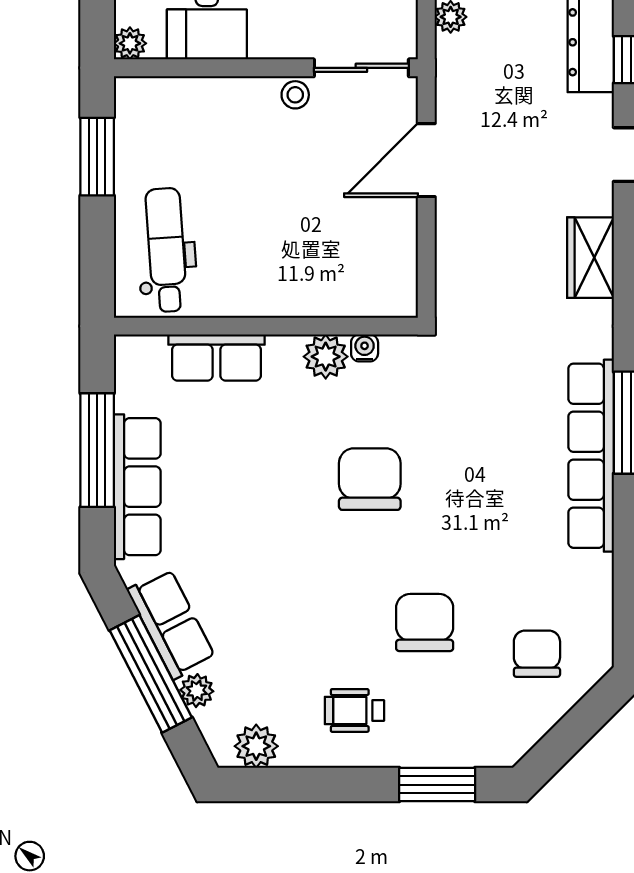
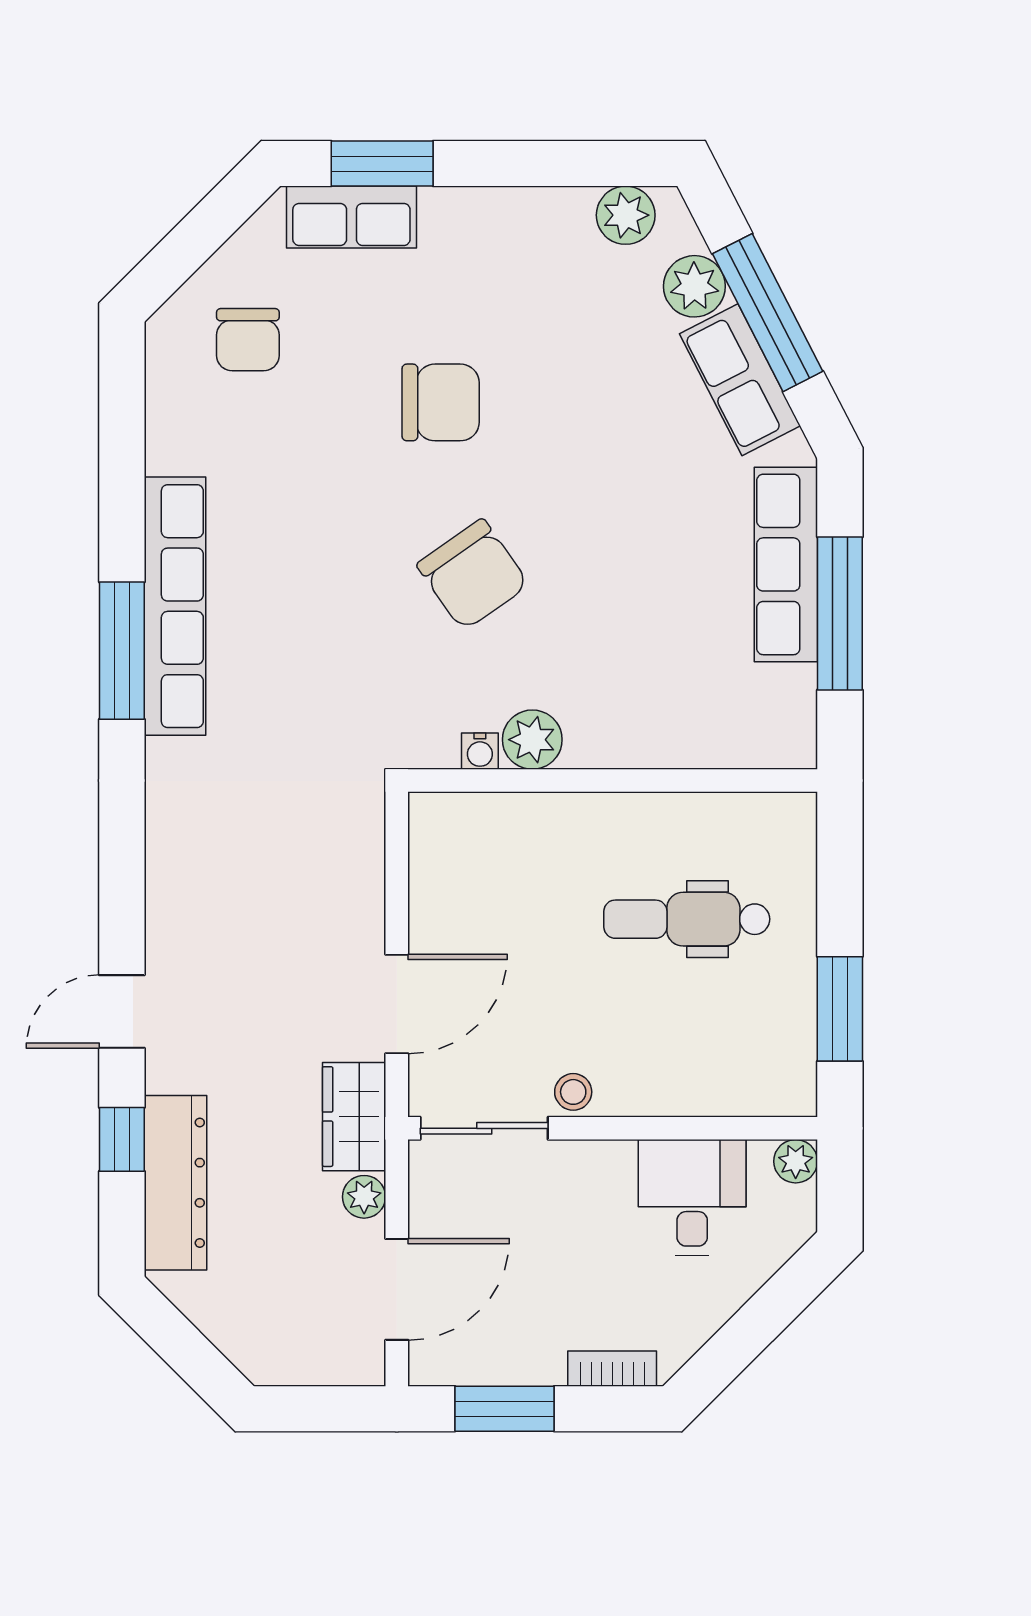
dental chair: (166, 250) -> (687, 919), moved, turned 94
wardrobe: (590, 258) -> (354, 1117), moved, turned 180
row of seats: (217, 358) -> (351, 217), moved, turned 180
chair: (370, 479) -> (473, 575), turned -35
chair: (425, 623) -> (441, 402), moved, turned -90
plant: (197, 691) -> (694, 286), width x1.38, depth x1.38
wheelchair: (354, 710) -> (493, 263), removed

